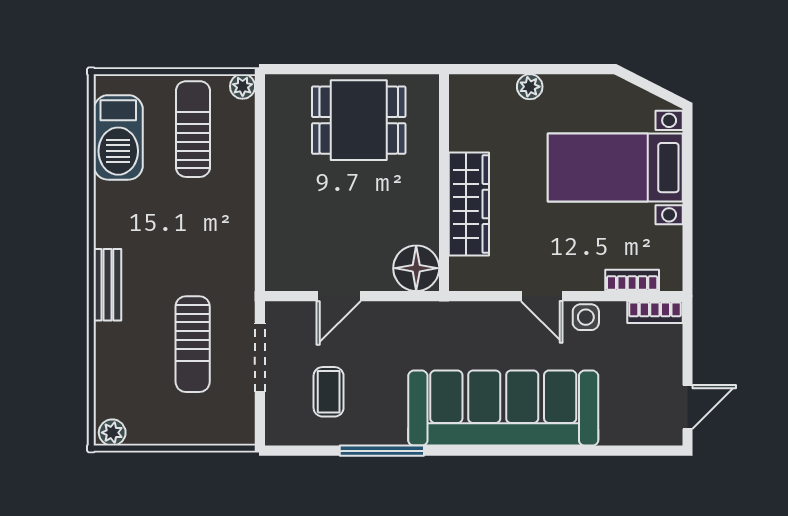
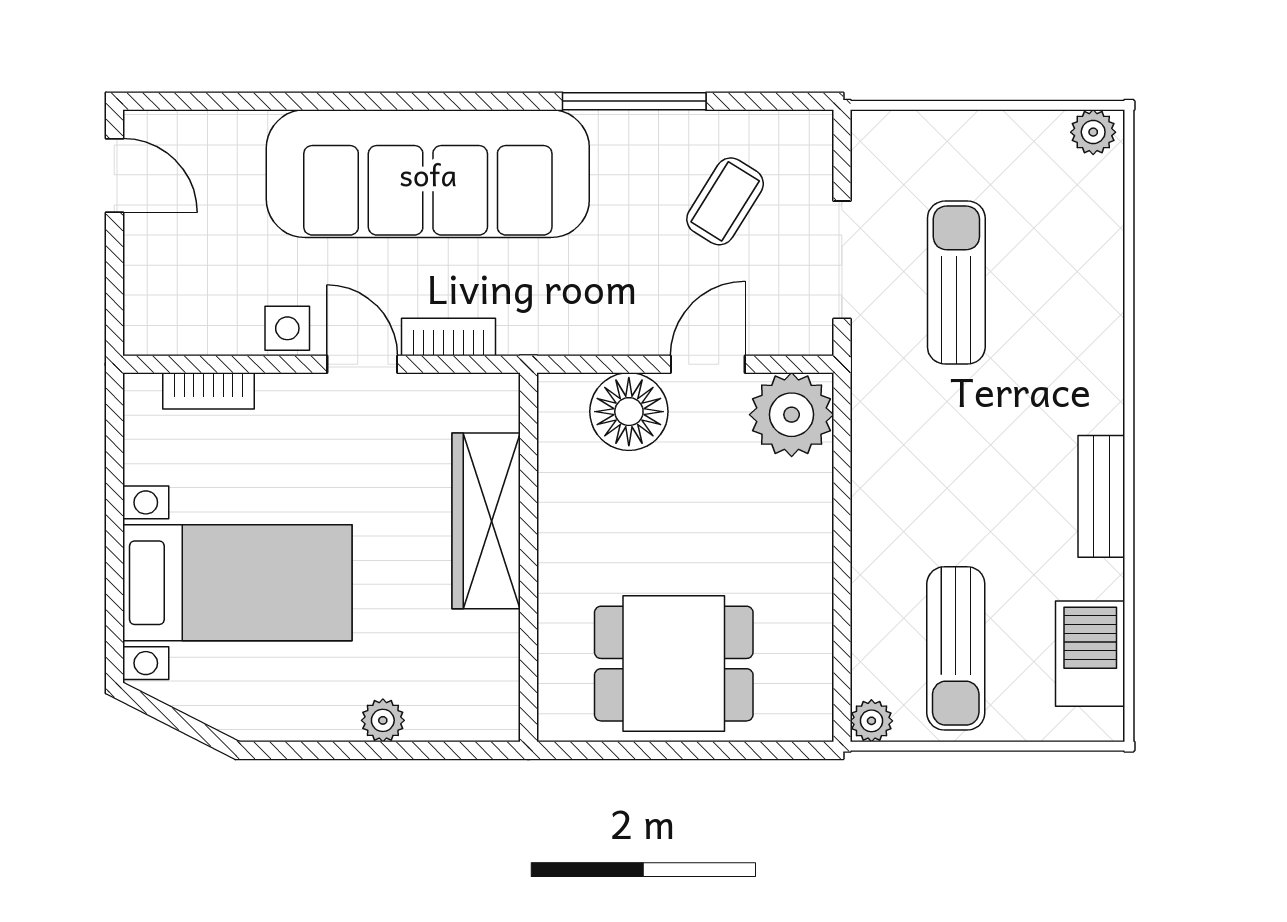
barbecue: (118, 137) -> (1090, 654), width x0.73, depth x0.83
plant: (290, 266) -> (792, 415), added
floor lamp: (416, 268) -> (629, 412), moved
bench: (107, 285) -> (1101, 496), moved
bookcase: (655, 312) -> (449, 337), moved
coffee table: (329, 392) -> (725, 201), turned 32
door: (687, 407) -> (114, 175), swing flipped

